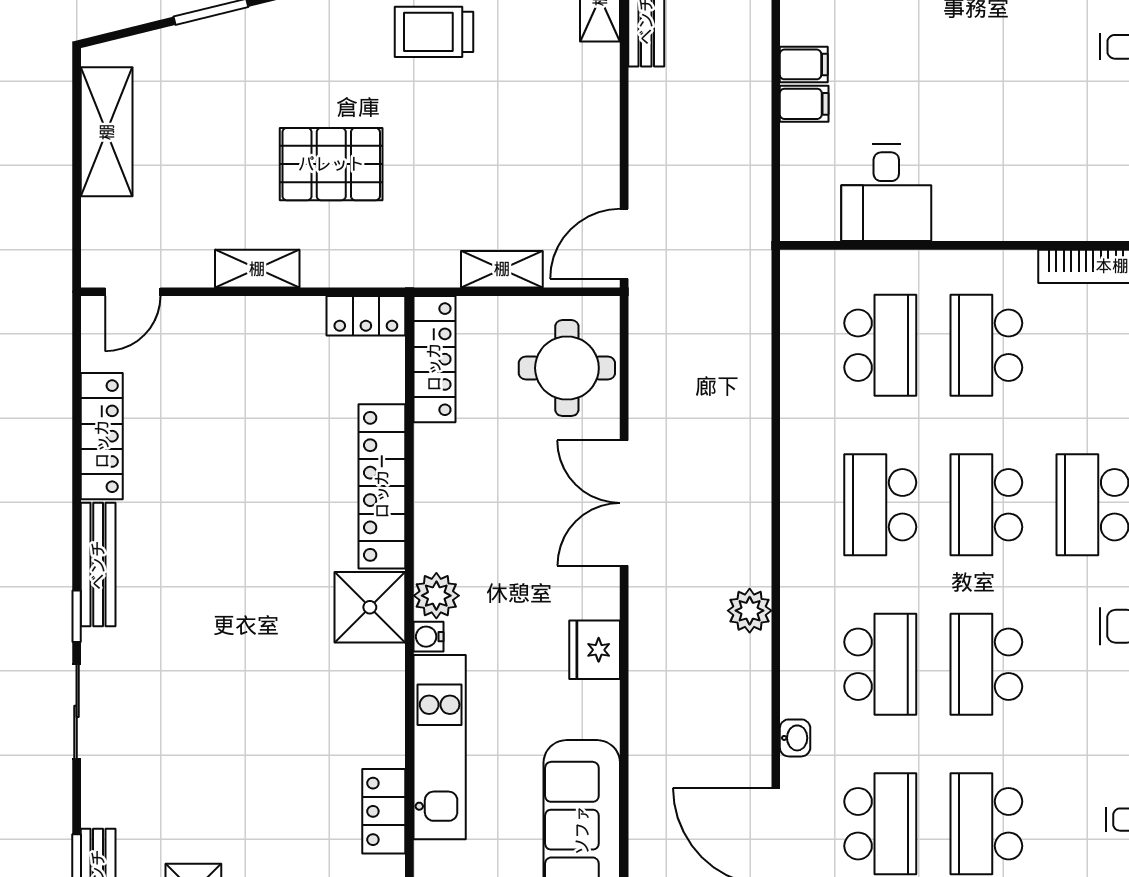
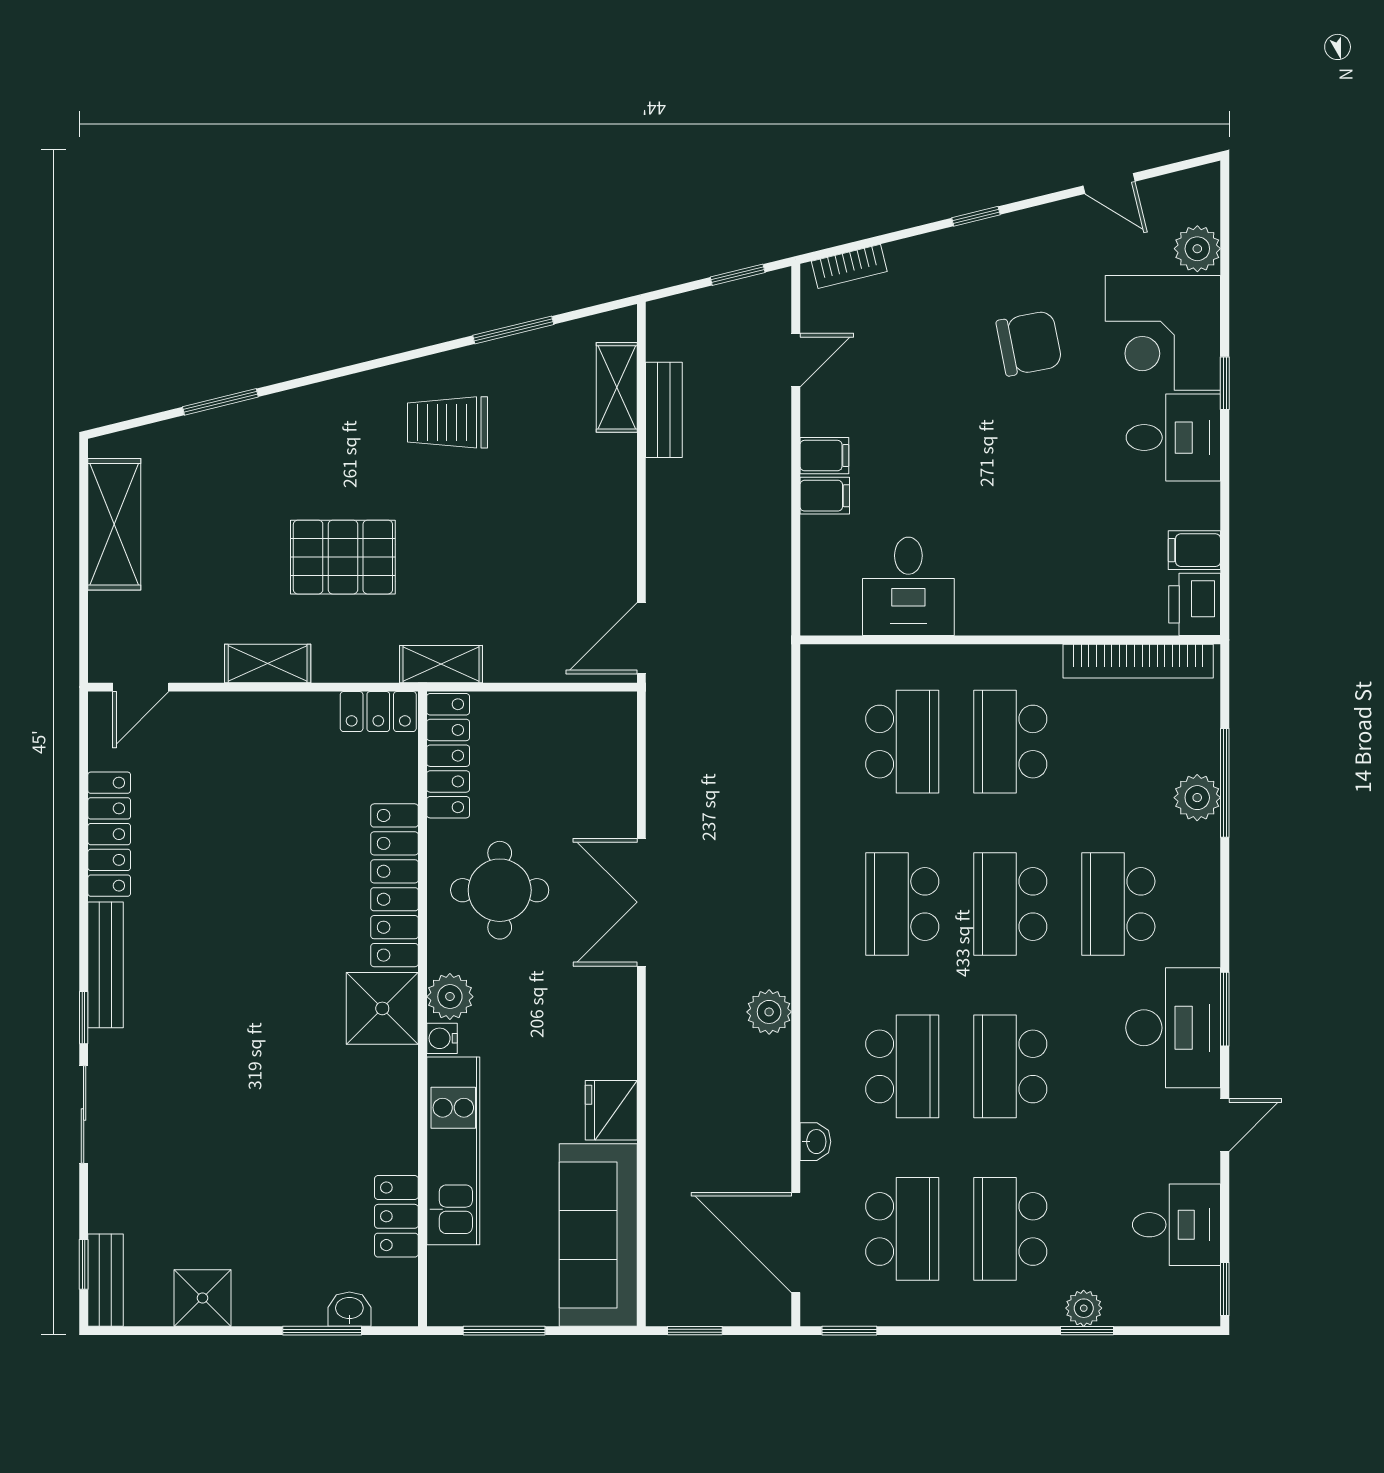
shelving: (502, 269) -> (441, 664), moved
round table: (567, 368) -> (500, 890), moved
fridge: (595, 650) -> (611, 1110), moved

